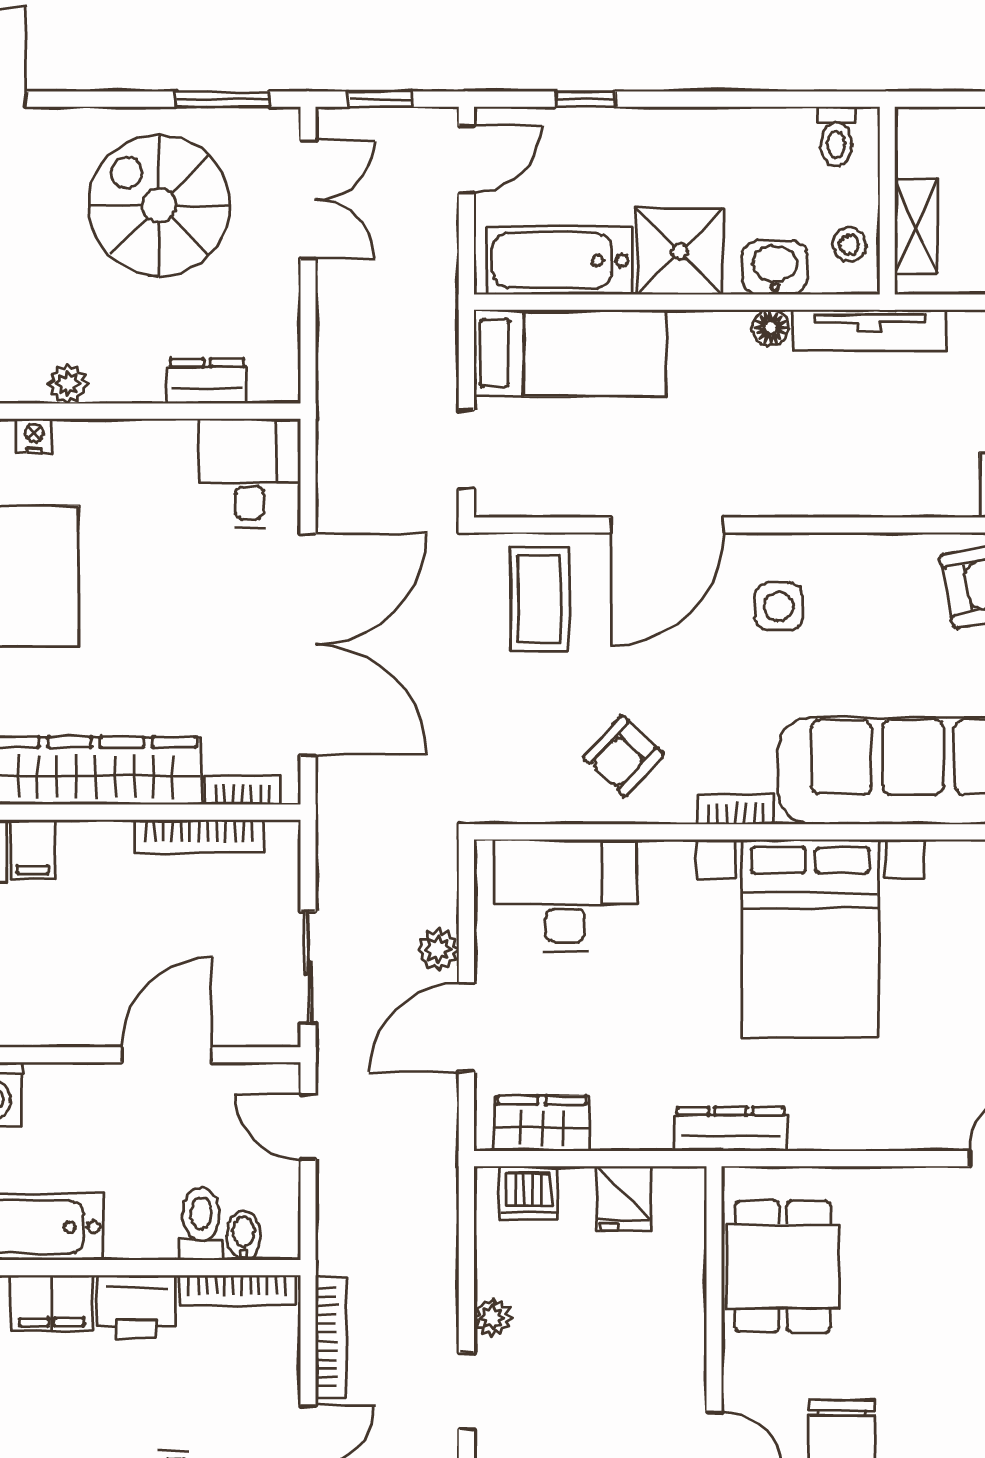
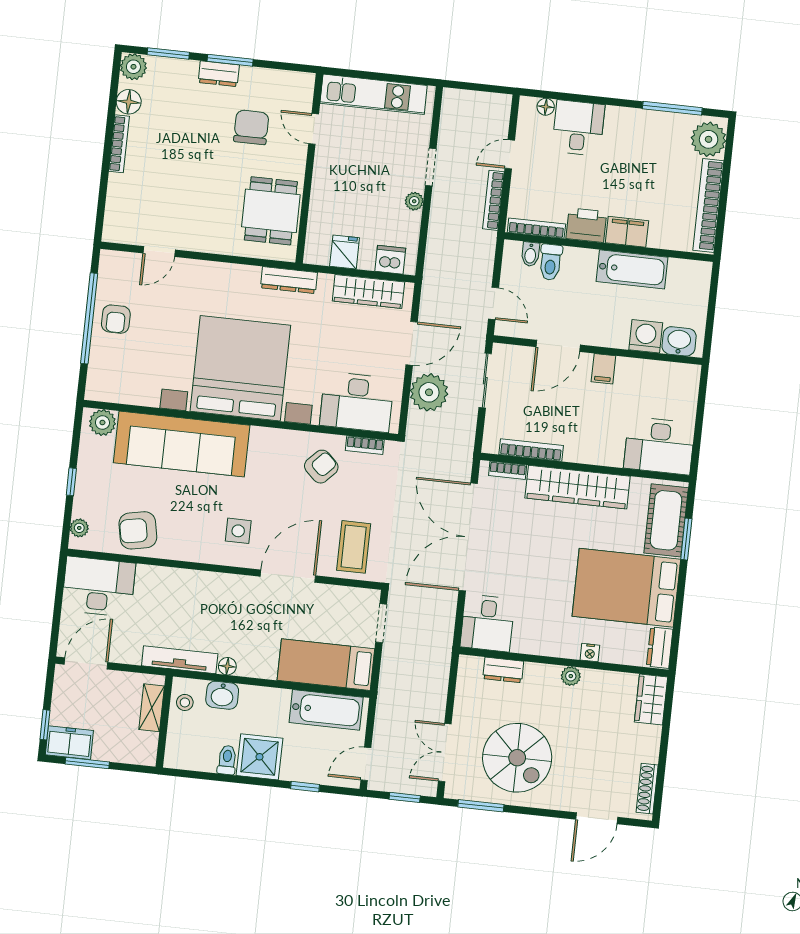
toilet: (836, 136) -> (227, 760), moved
shower: (680, 251) -> (260, 757), moved
bookcase: (736, 809) -> (365, 445), moved
filing cabinet: (33, 849) -> (603, 369), moved, turned 180
bed with nightstands: (810, 938) -> (240, 368), width x1.36
plant: (438, 949) -> (429, 392), width x1.88, depth x1.88
wardrobe: (542, 1124) -> (368, 291), width x1.50

